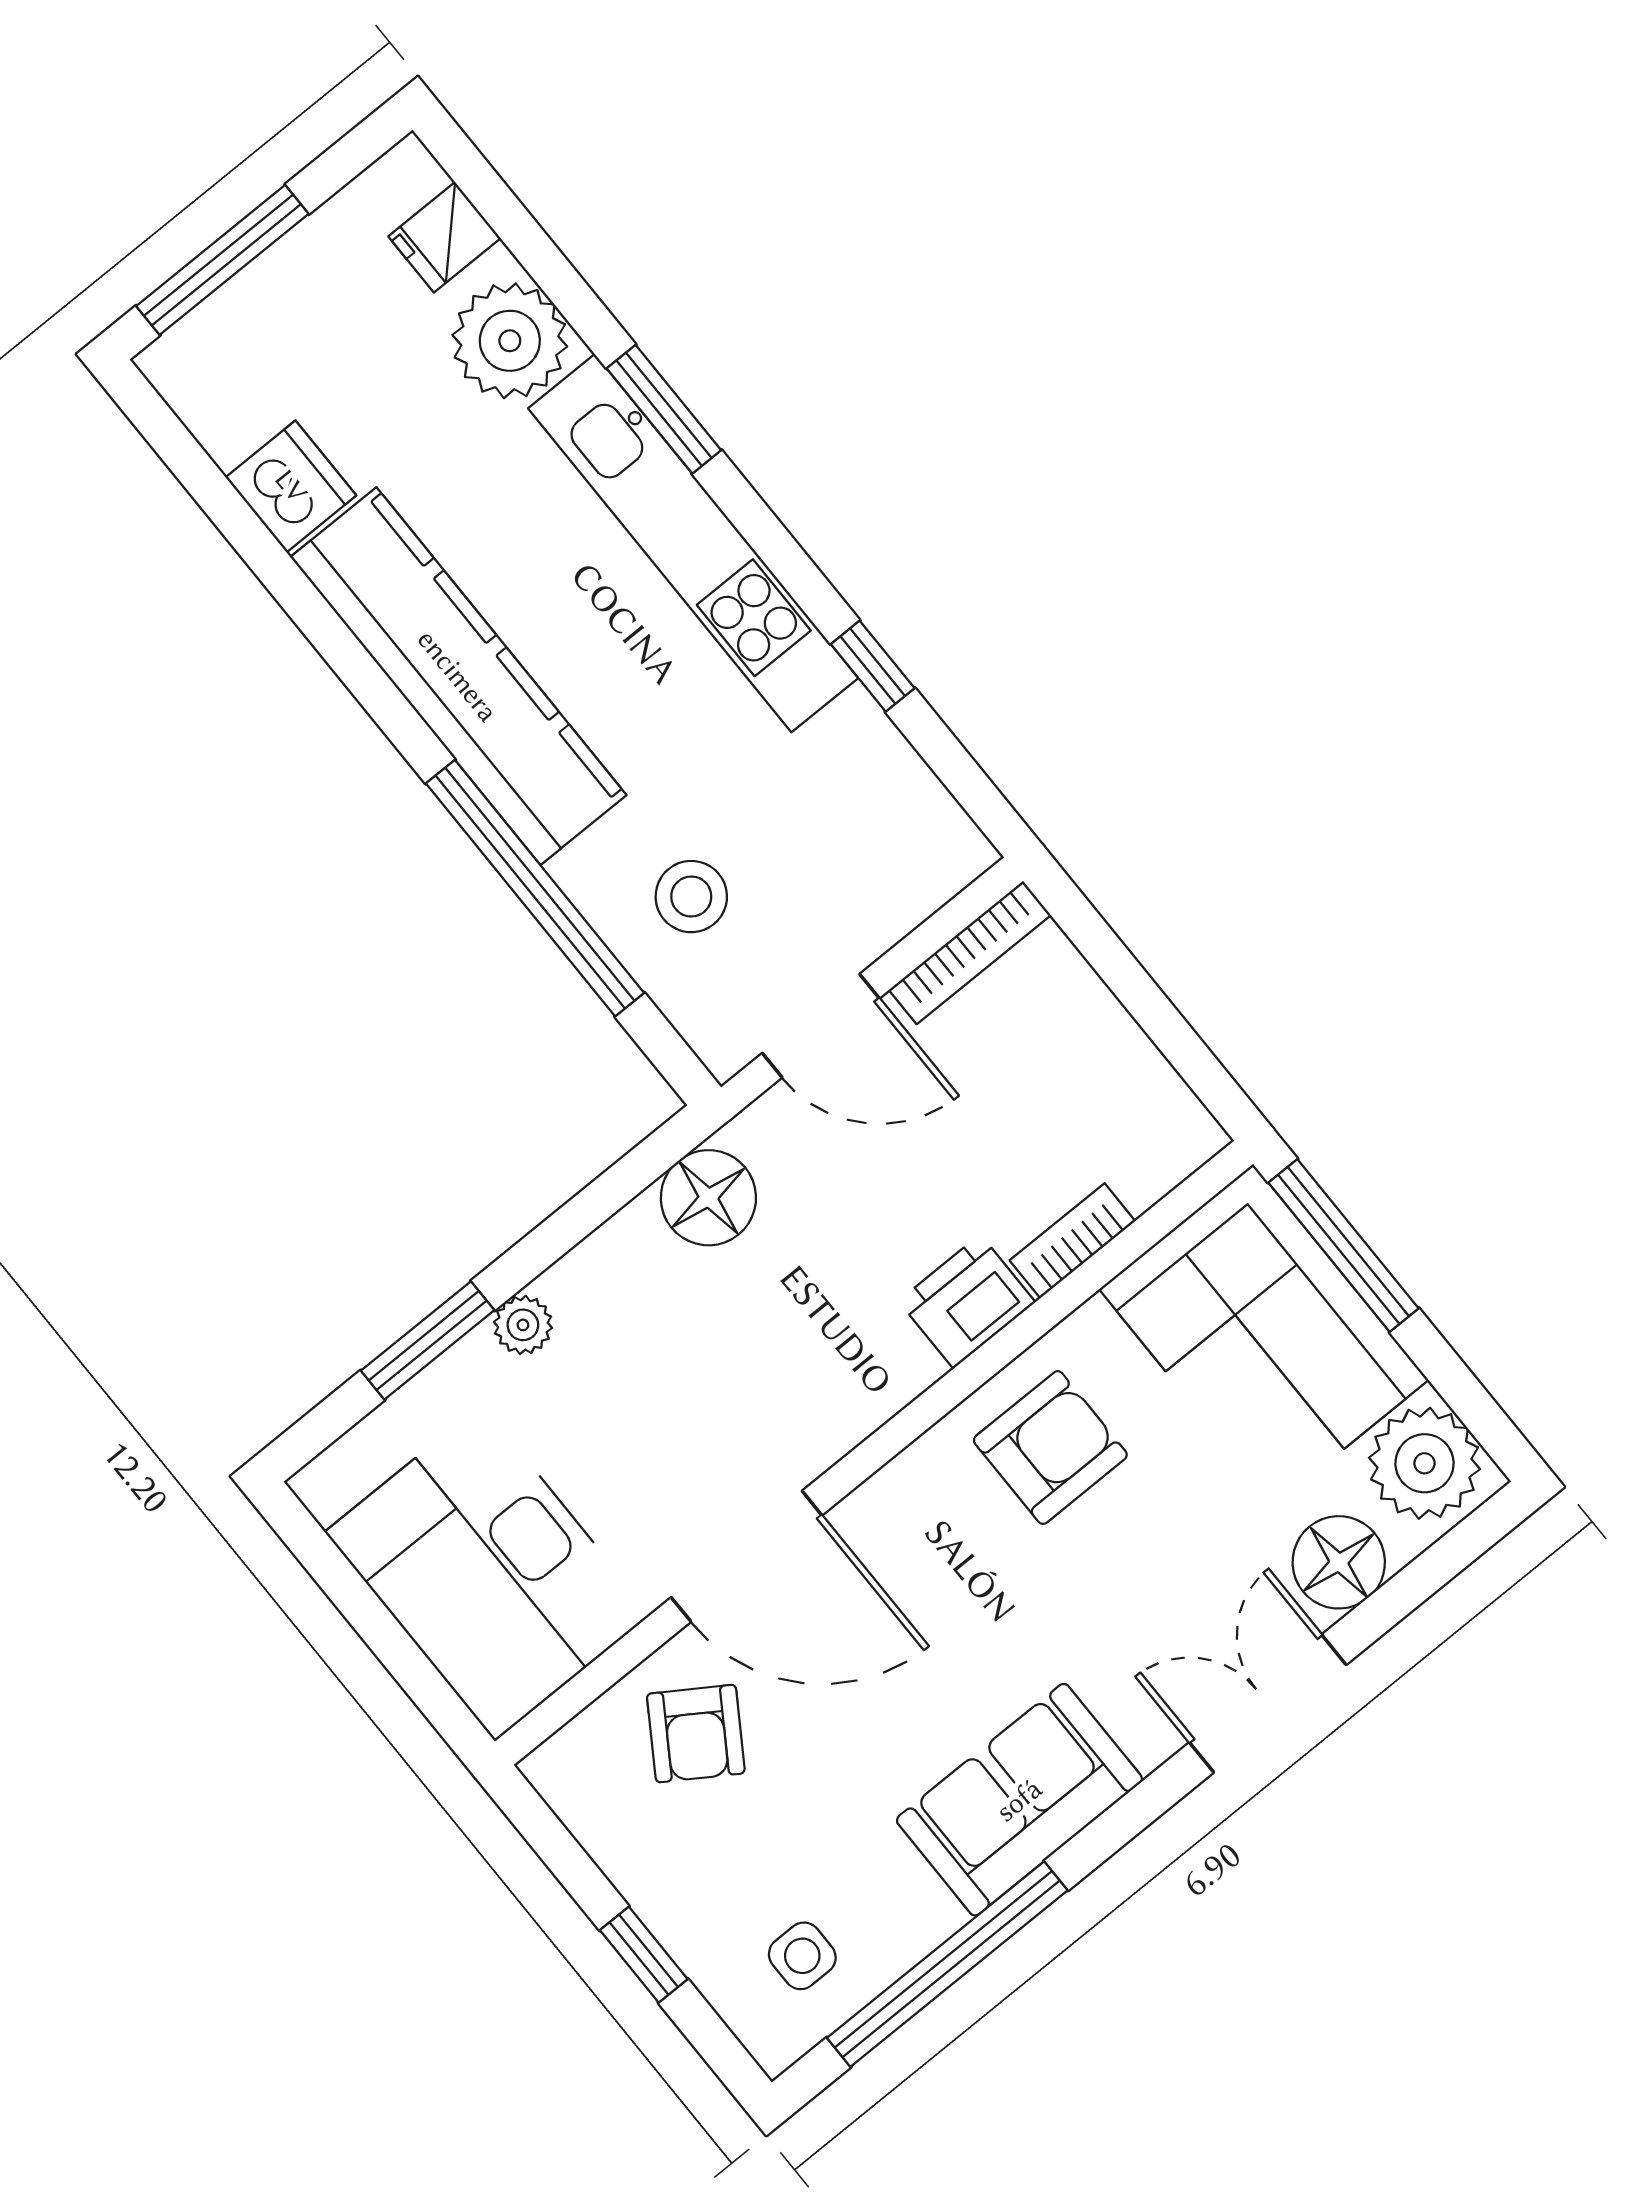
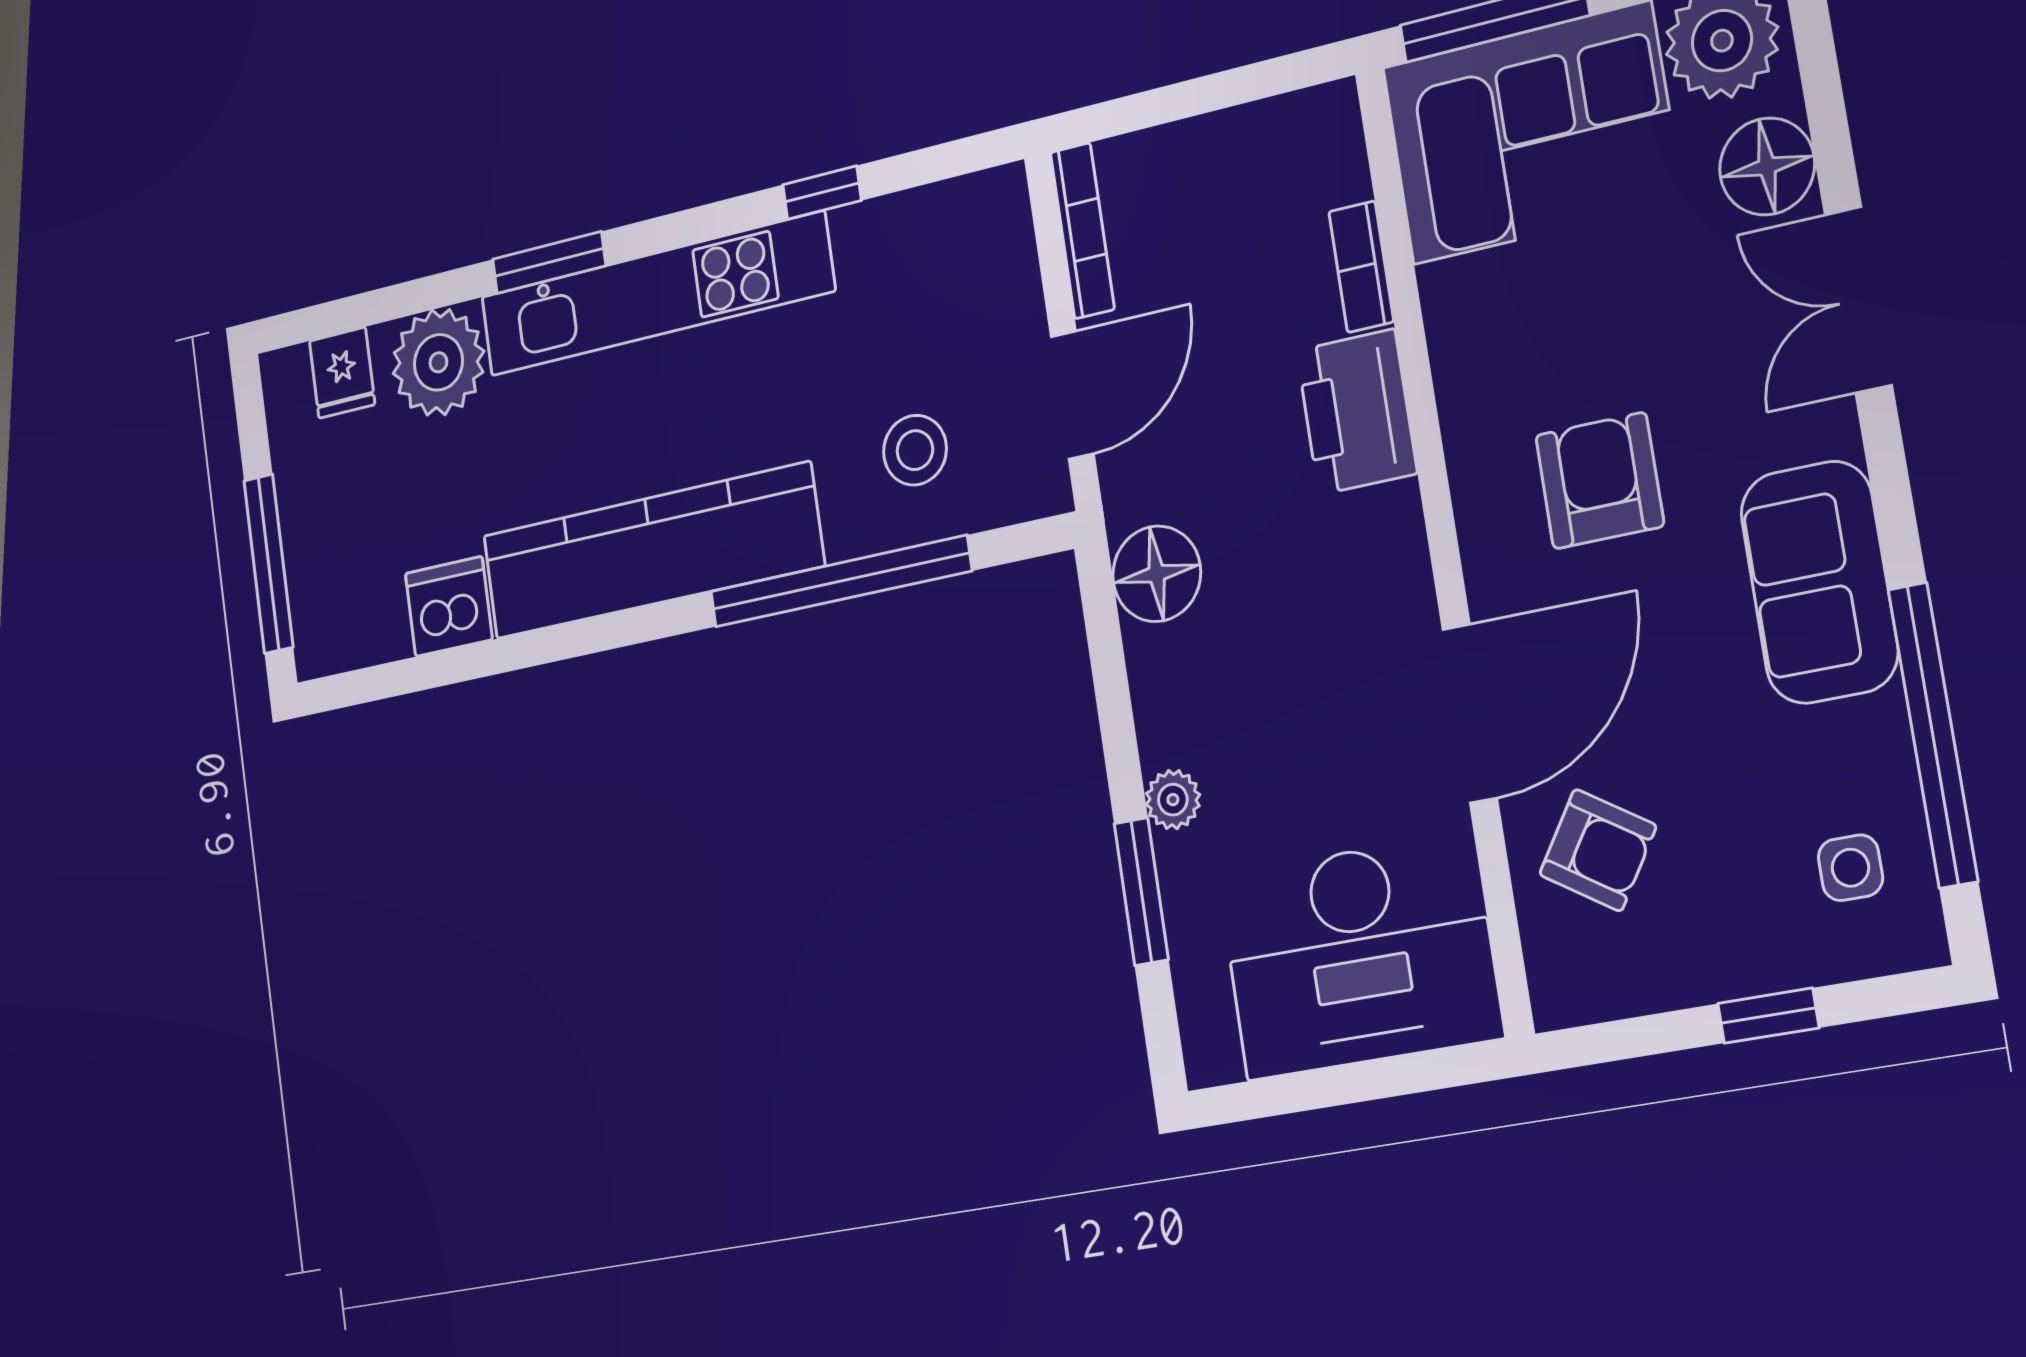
printer: (967, 1301) -> (1357, 412), width x1.37, depth x1.19
armchair: (1050, 1448) -> (1600, 481), moved

